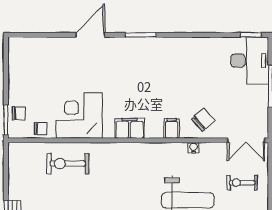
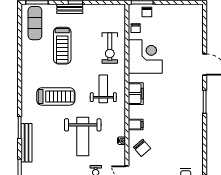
exercise bike: (68, 164) -> (110, 48), turned 180
weight bench: (123, 172) -> (103, 89), added

